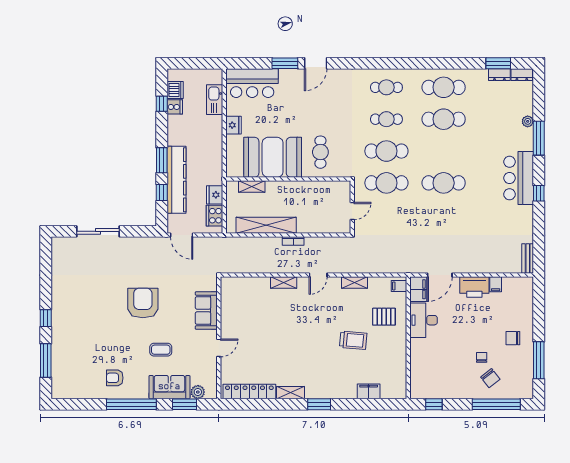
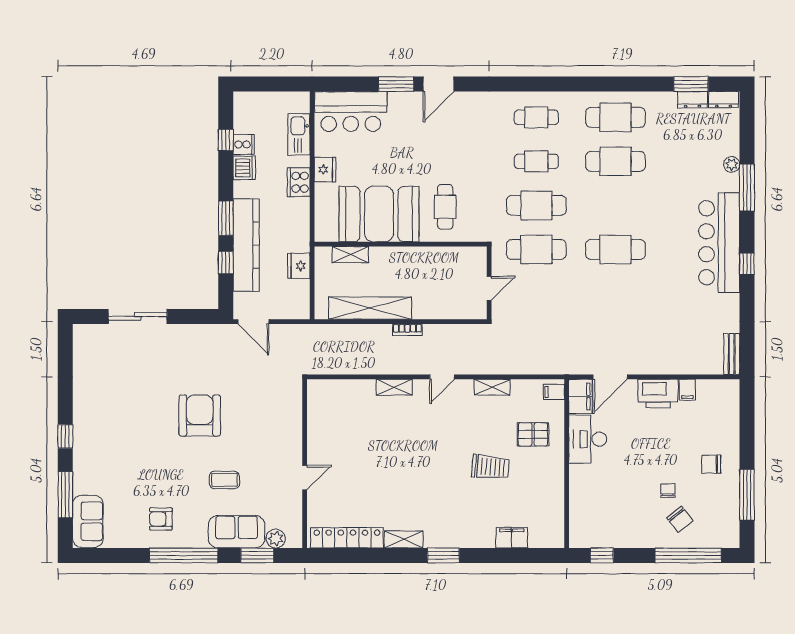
dishwasher: (175, 90) -> (244, 168), moved
bar counter: (519, 178) -> (719, 243), width x1.36
cooker: (214, 216) -> (299, 182), moved
sofa: (206, 310) -> (88, 521), moved, turned 180

